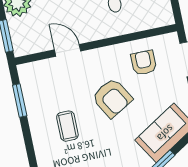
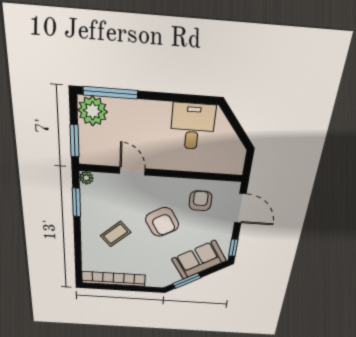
plant: (24, 71) -> (86, 178), added
coffee table: (67, 126) -> (116, 234), turned 48

